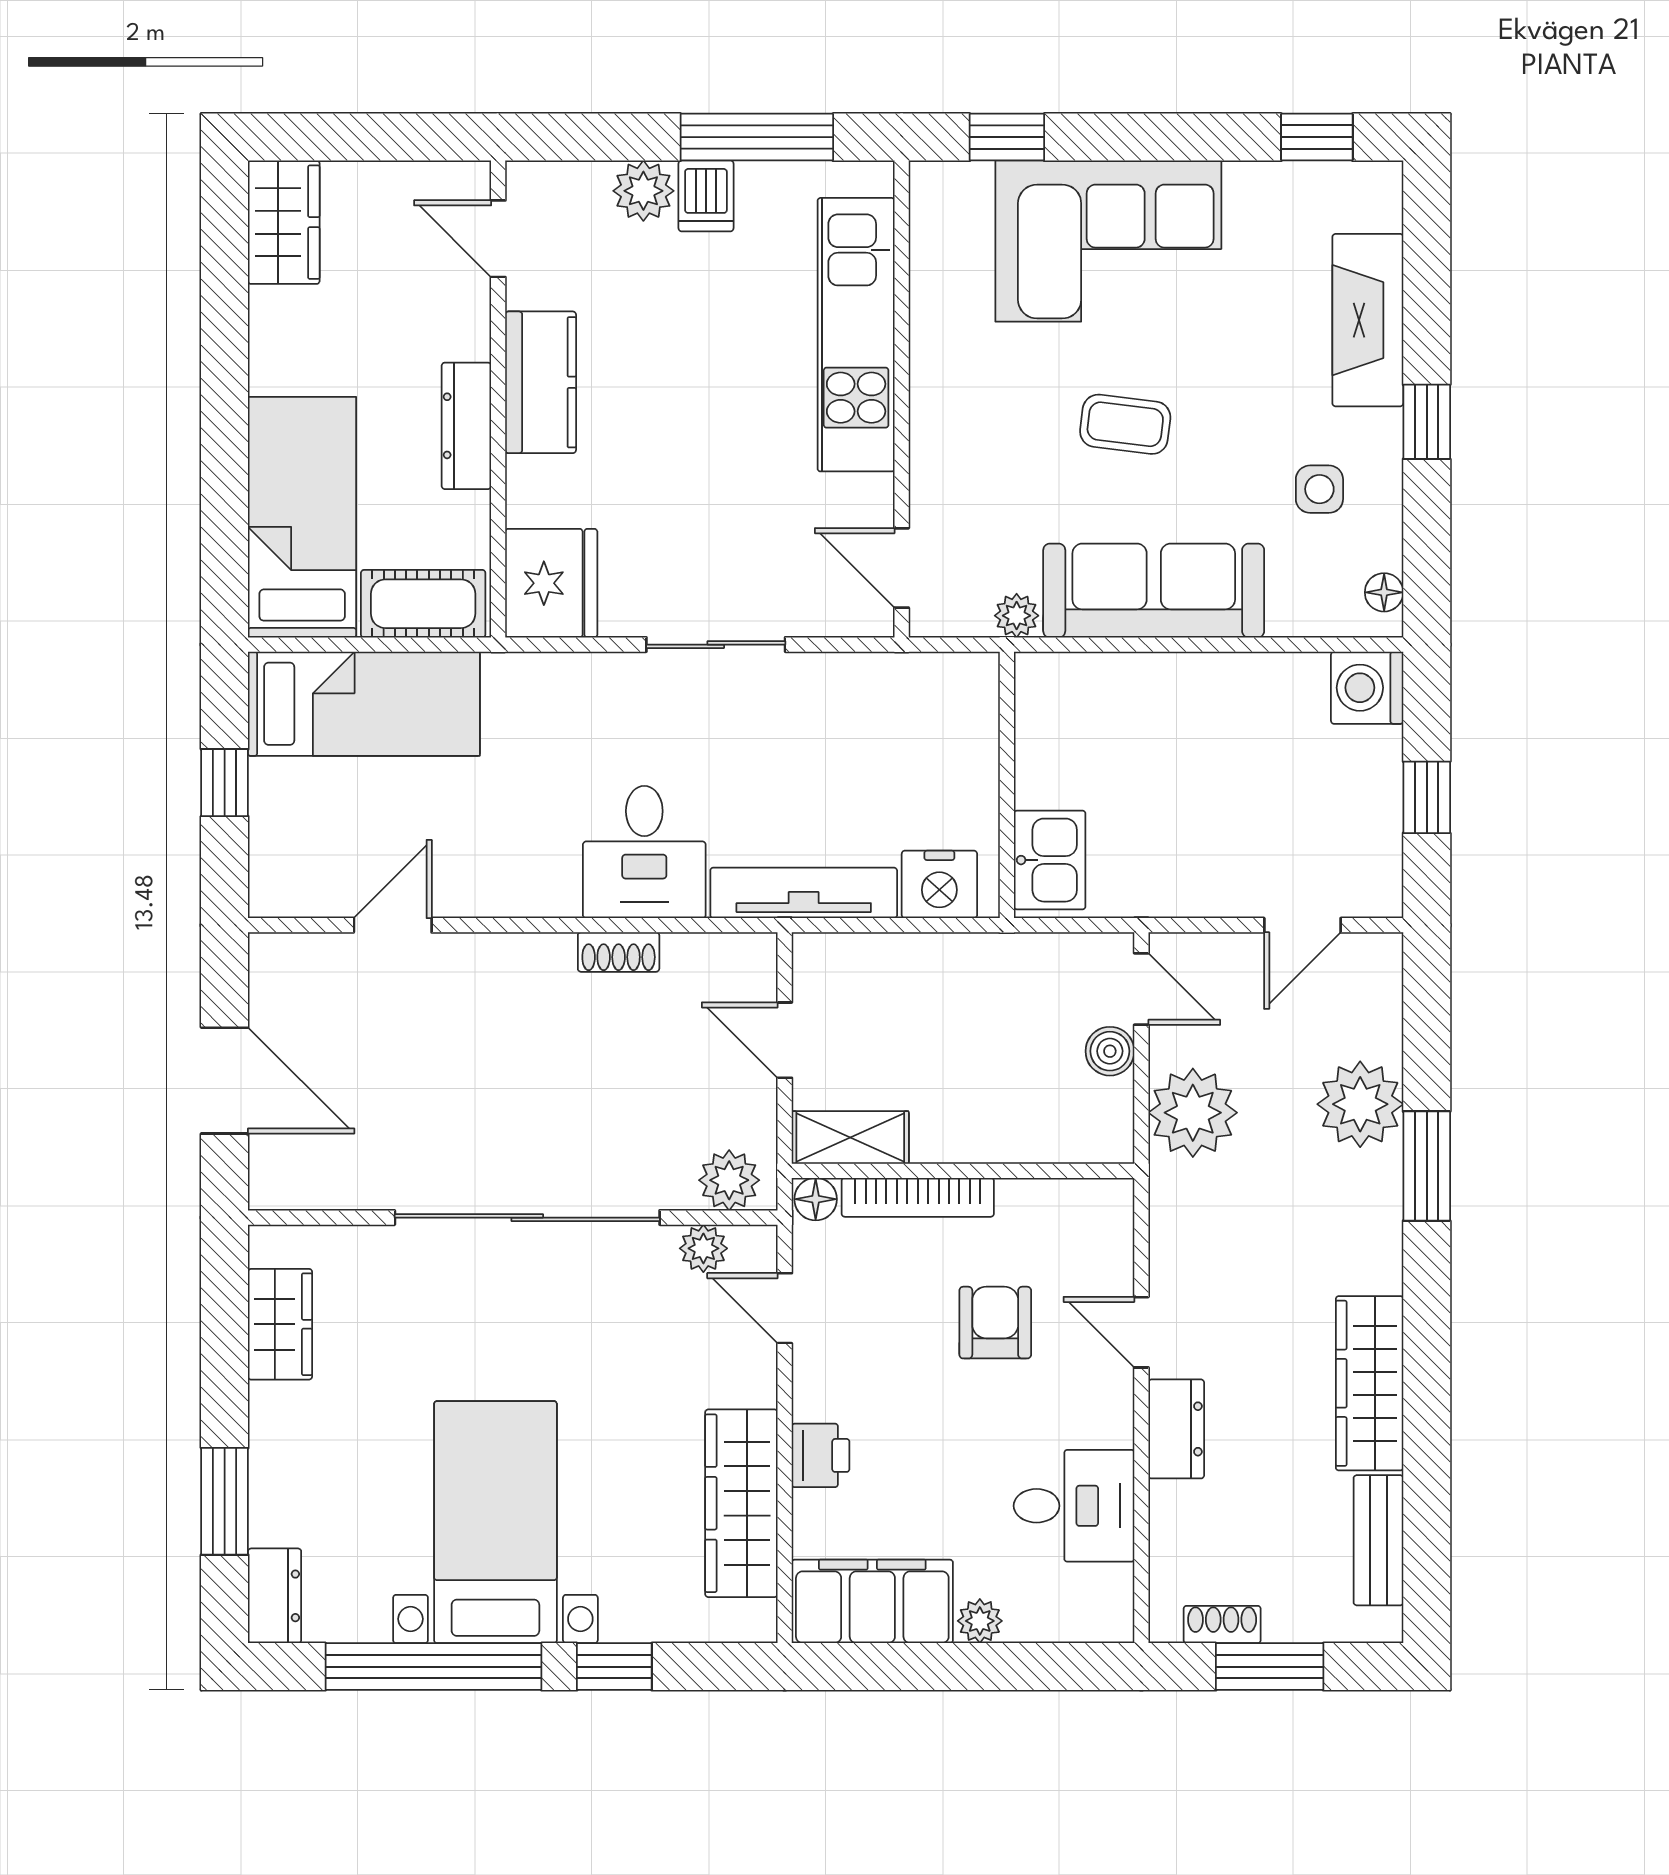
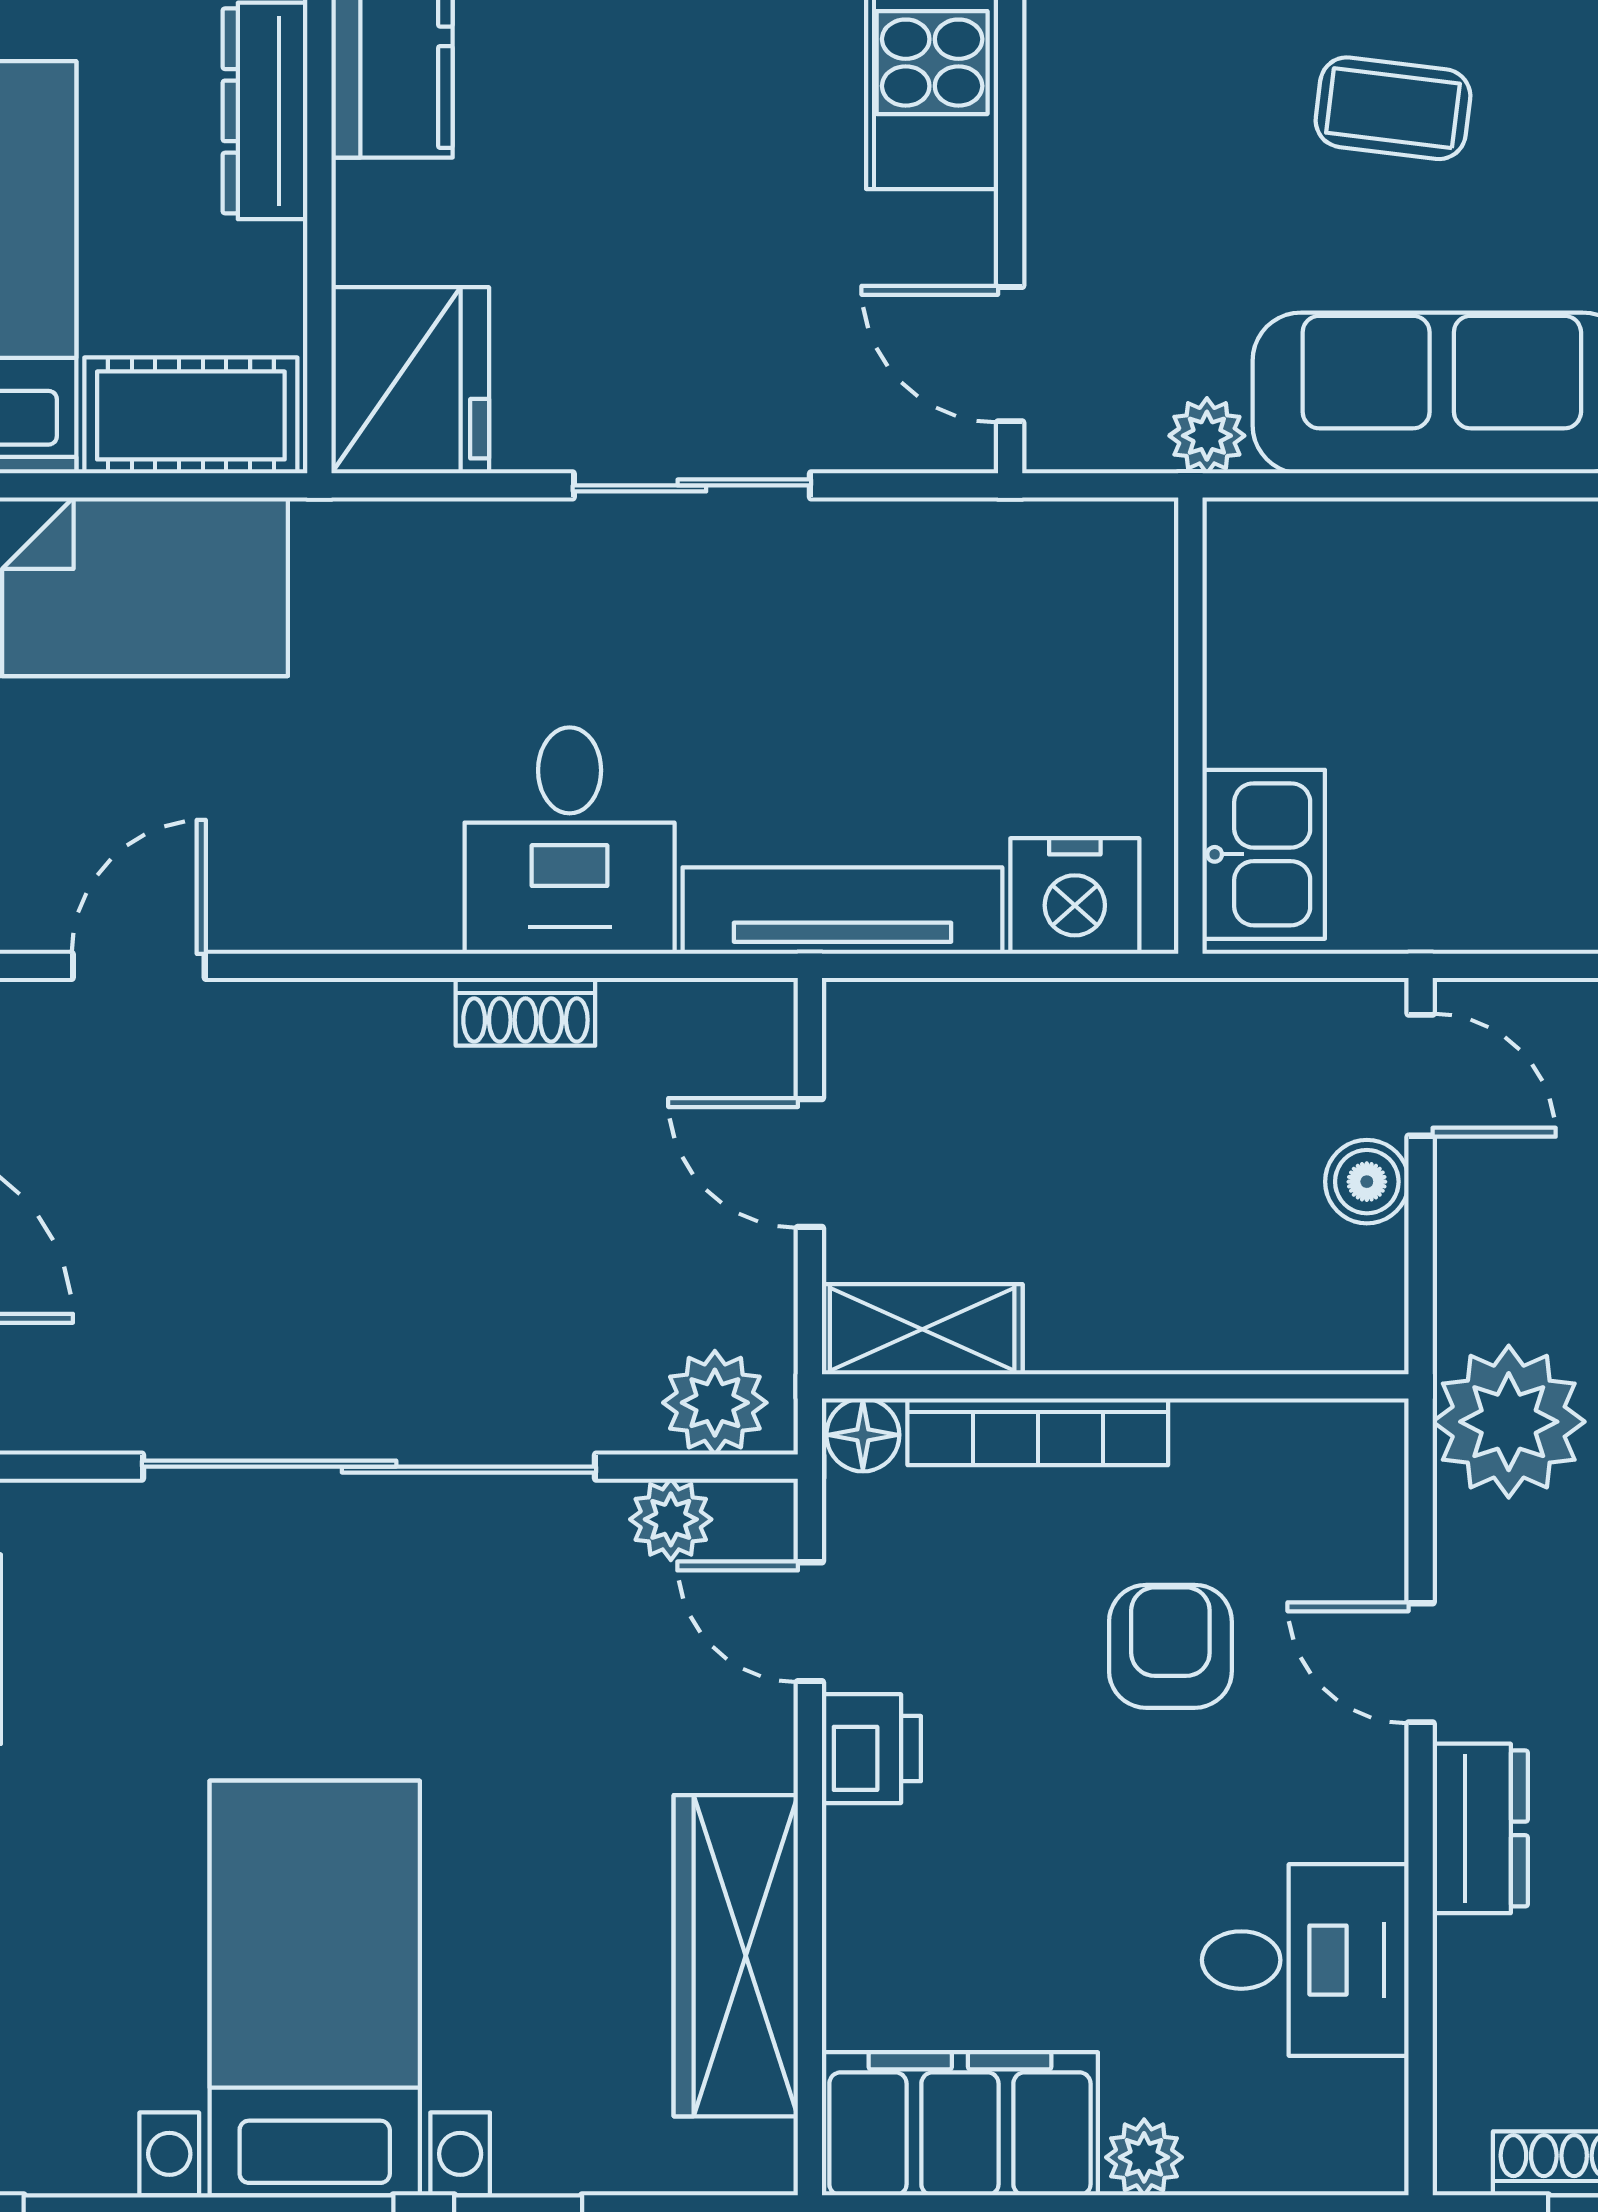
plant: (1193, 1113) -> (1509, 1422), moved
printer: (821, 1455) -> (871, 1749), moved

